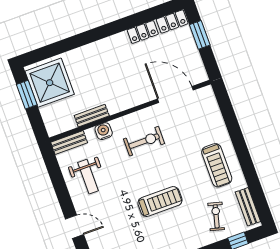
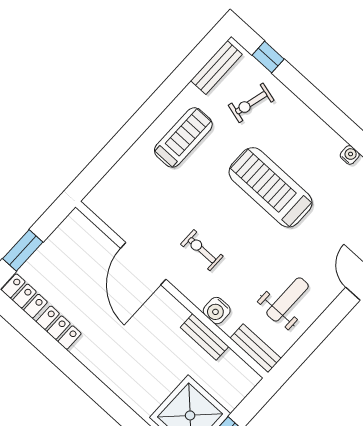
door: (175, 95) -> (143, 264), moved
exercise bike: (144, 141) -> (202, 250), width x0.73, depth x0.72
treadmill: (160, 202) -> (271, 187), width x1.37, depth x1.38

